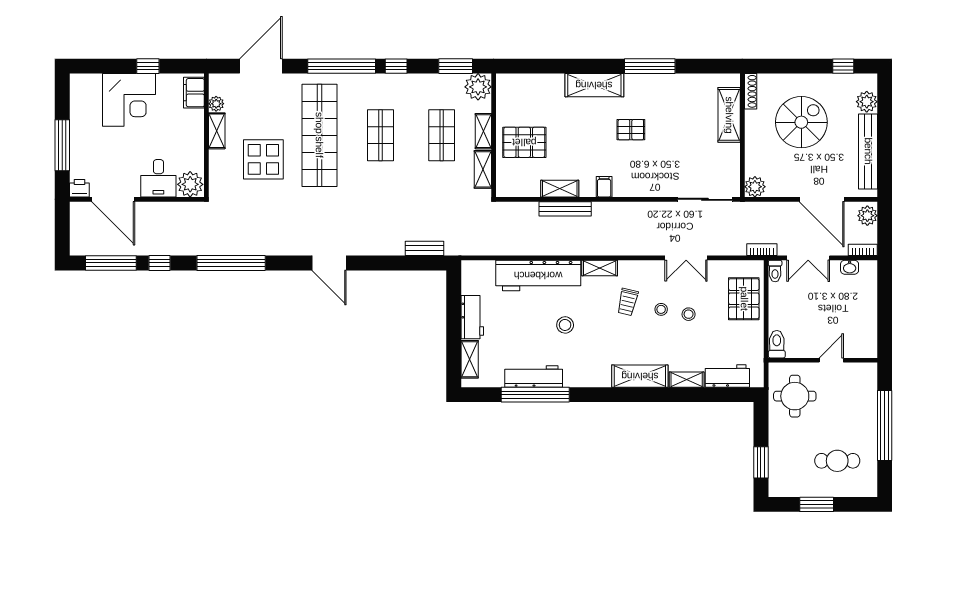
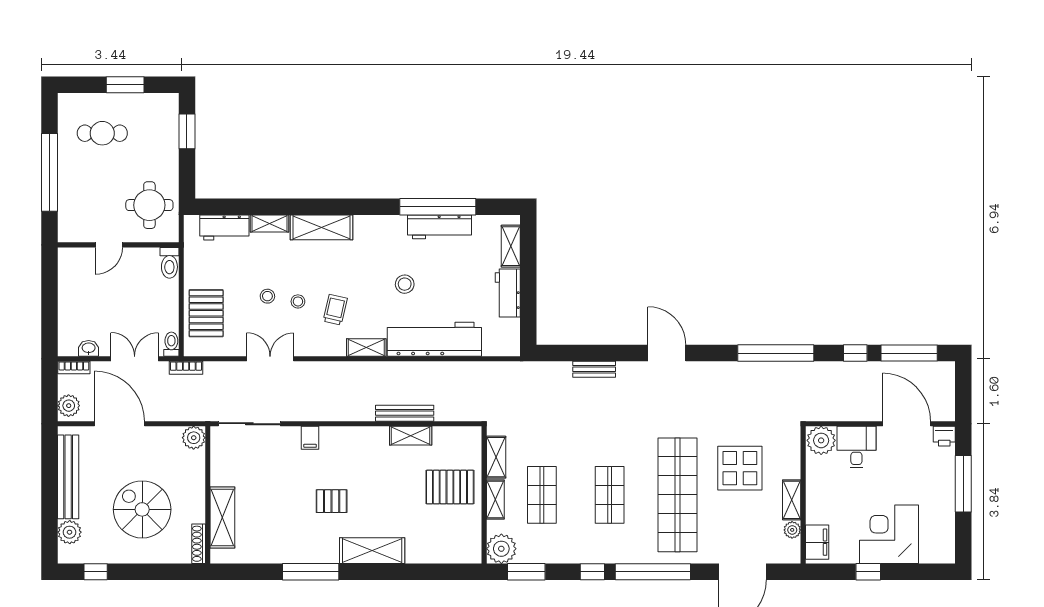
spiral stairs: (801, 122) -> (142, 509), turned 90
filing cabinet: (604, 187) -> (310, 438), moved
bench: (424, 248) -> (594, 369), moved

